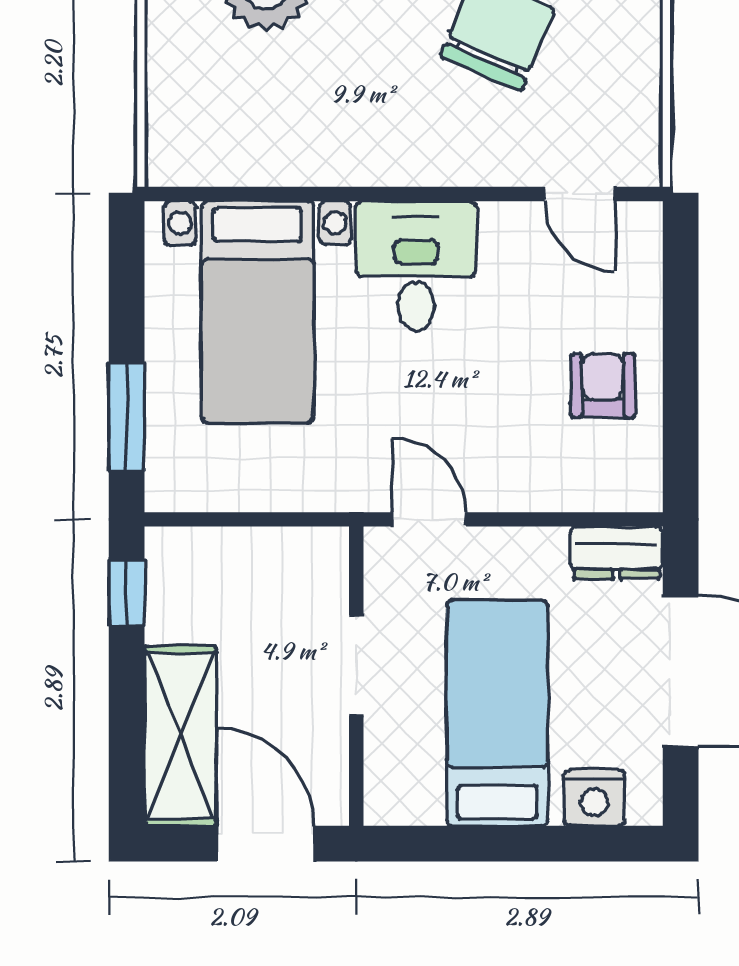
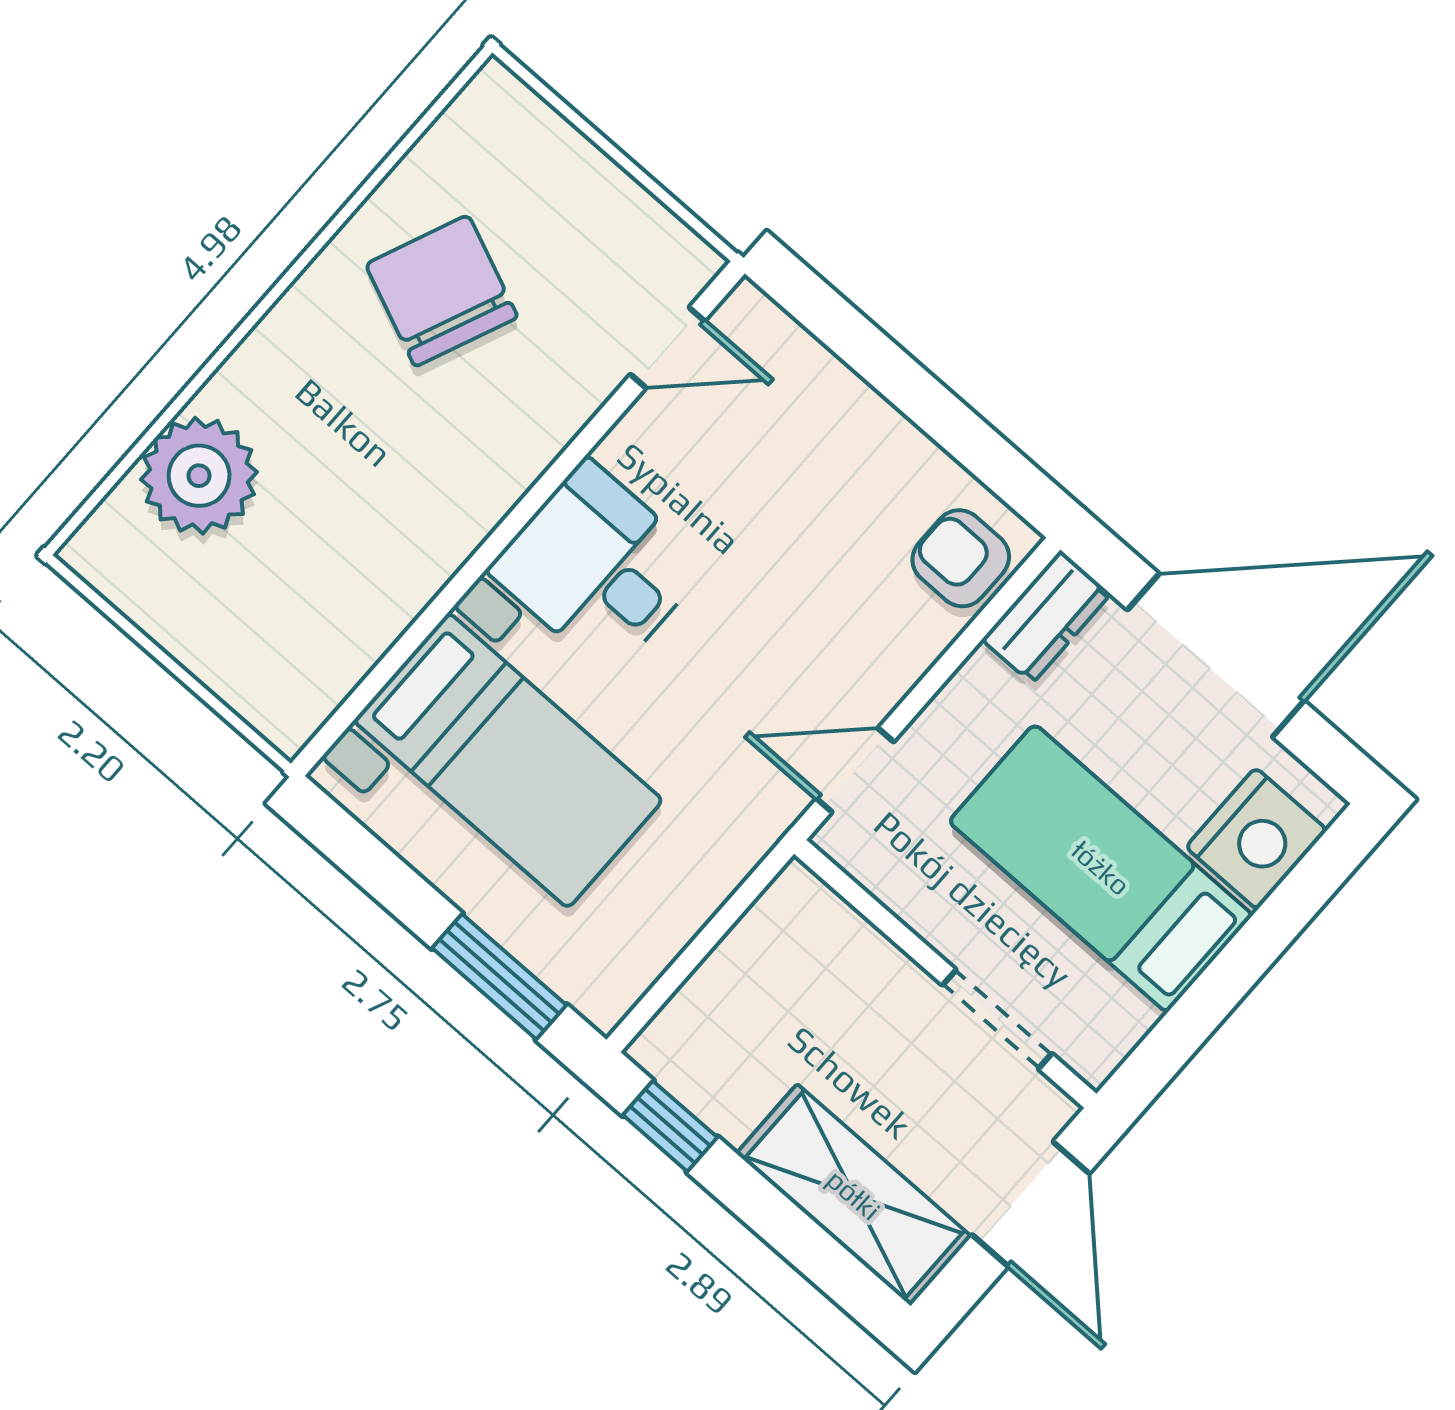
armchair: (603, 386) -> (961, 558), moved
doorway: (356, 665) -> (997, 1019), moved
nightstand: (594, 798) -> (1256, 839), width x1.36, depth x1.33
door: (266, 844) -> (1031, 1204), swing flipped

